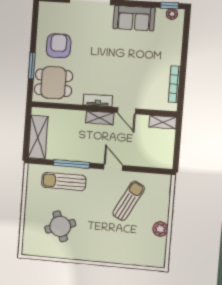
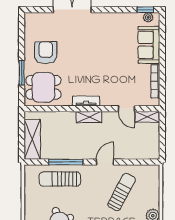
sofa: (134, 18) -> (149, 45), moved, turned 90
door: (127, 111) -> (126, 109), moved
door: (113, 167) -> (105, 162), hinge flipped

